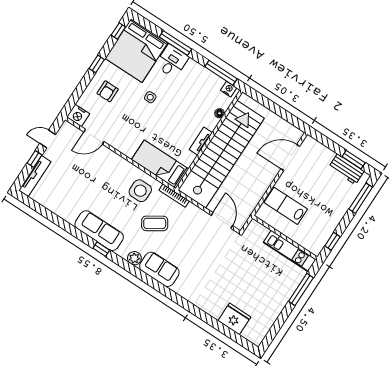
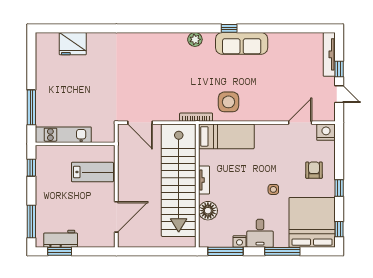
desk: (172, 61) -> (260, 233), moved
nightstand: (229, 89) -> (239, 241), moved
floor lamp: (220, 113) -> (208, 211), width x1.89, depth x1.89
door: (48, 139) -> (339, 94), hinge flipped
coffee table: (155, 223) -> (197, 82), removed
sofa: (159, 269) -> (167, 44), removed

